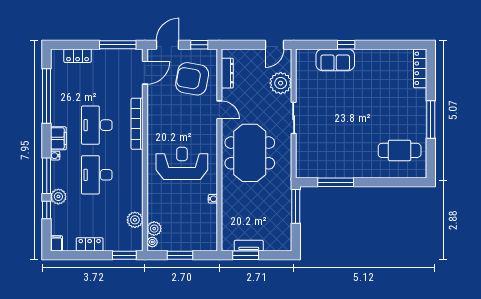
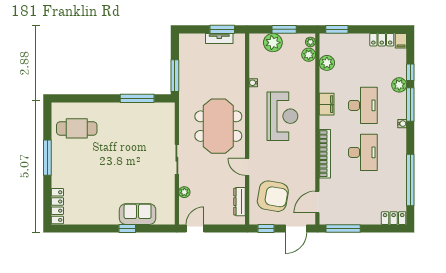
locker: (78, 56) -> (394, 218), moved
plant: (281, 83) -> (184, 192), width x0.53, depth x0.53
filing cabinet: (58, 138) -> (327, 104), moved, turned 180
reception desk: (182, 163) -> (282, 116), turned -90
plant: (192, 241) -> (273, 43), added
locker: (90, 244) -> (382, 40), moved

